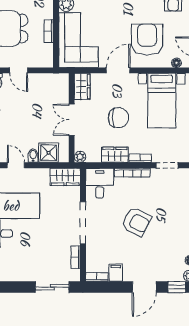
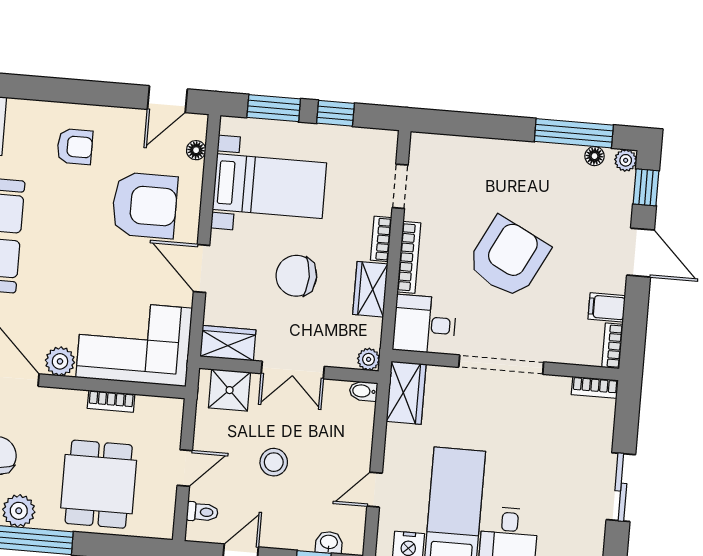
armchair: (147, 40) -> (145, 205), turned 180
stool: (25, 114) -> (274, 462), added
chair: (118, 118) -> (296, 276), turned -90
shower: (49, 153) -> (230, 390), moved
bidet: (33, 156) -> (363, 391), moved
armchair: (136, 222) -> (508, 257), width x1.36, depth x1.36
bookcase: (76, 257) -> (595, 387), moved
sliding door: (52, 287) -> (621, 487), moved

